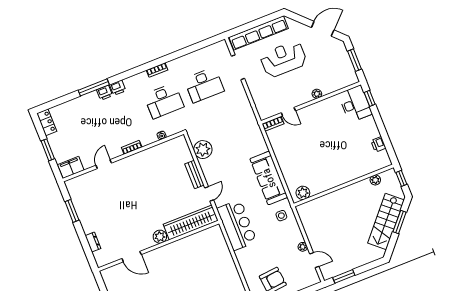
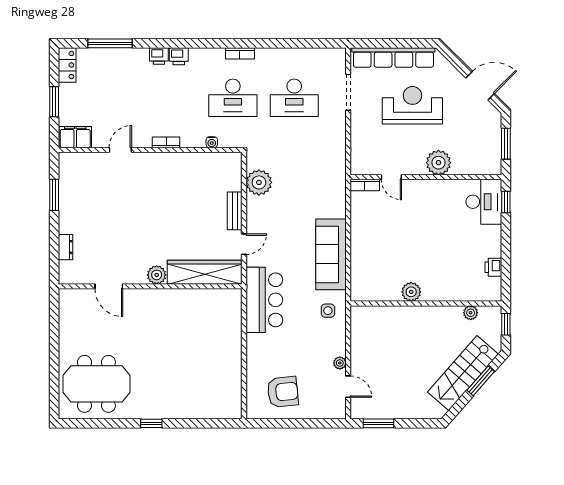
window: (94, 87) -> (110, 43), moved
plant: (317, 94) -> (438, 163), width x1.87, depth x1.87
plant: (303, 193) -> (411, 292), moved

